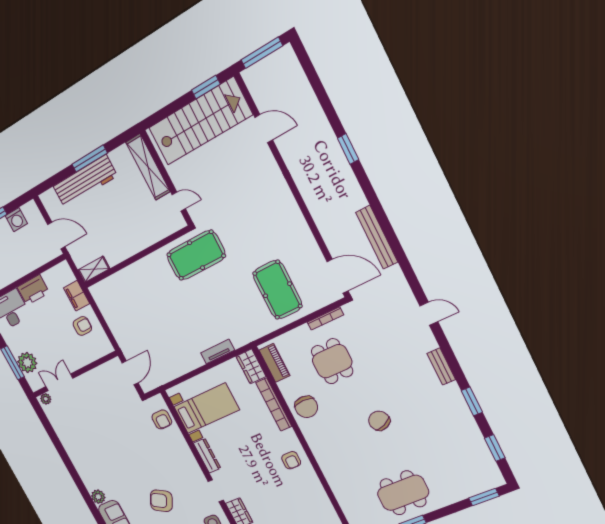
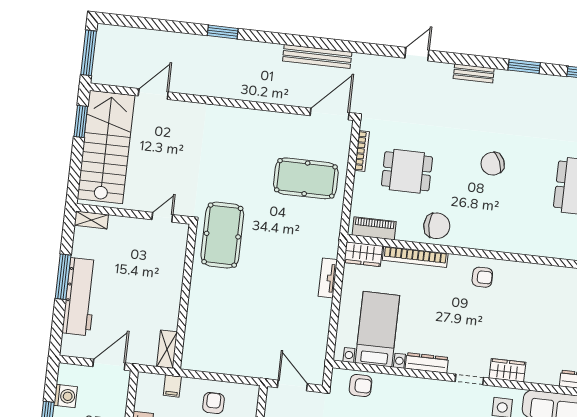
shelving: (148, 167) -> (91, 220), width x0.45, depth x0.75
filing cabinet: (77, 296) -> (172, 386), width x0.50

